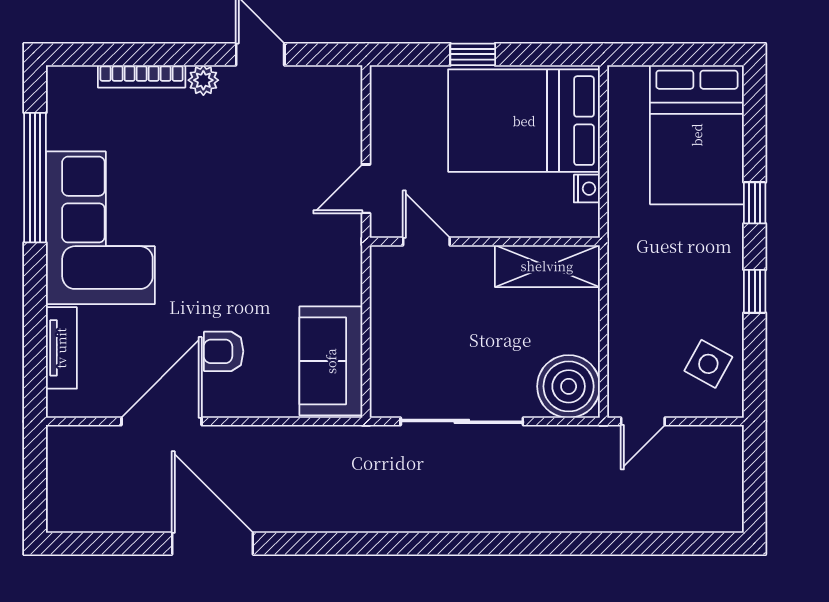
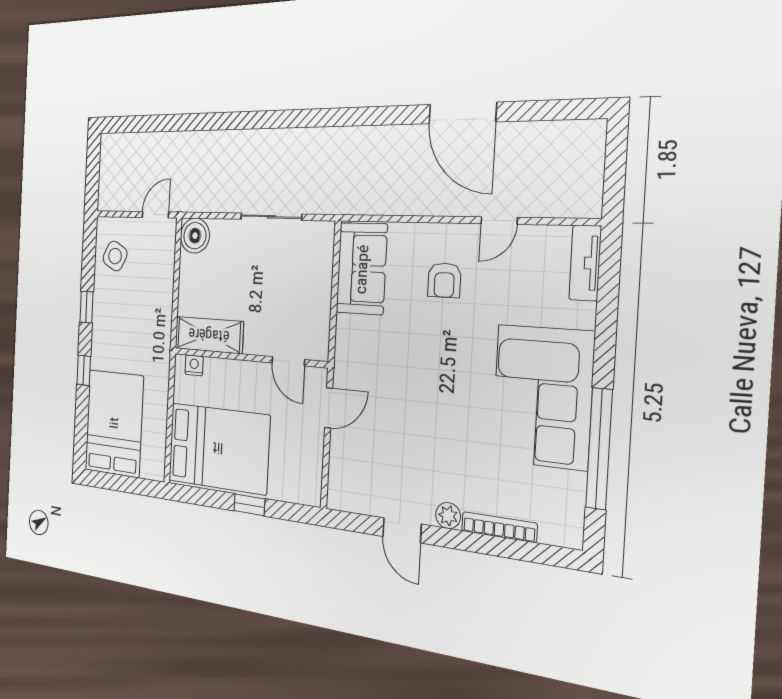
nightstand: (587, 189) -> (194, 365), moved, turned 90
tv unit: (61, 348) -> (585, 263), moved
armchair: (224, 351) -> (444, 280), turned 90
boiler: (569, 386) -> (195, 236), width x0.73, depth x0.73
door: (161, 421) -> (499, 221), width x0.53
sliding door: (462, 421) -> (271, 217), width x0.73

